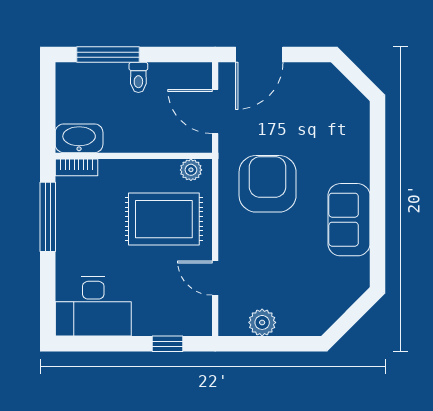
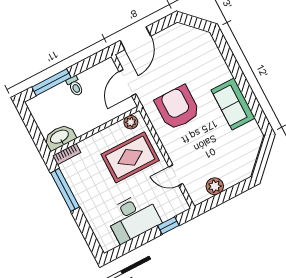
door: (215, 112) -> (127, 83), hinge flipped
desk: (93, 306) -> (133, 218), moved

